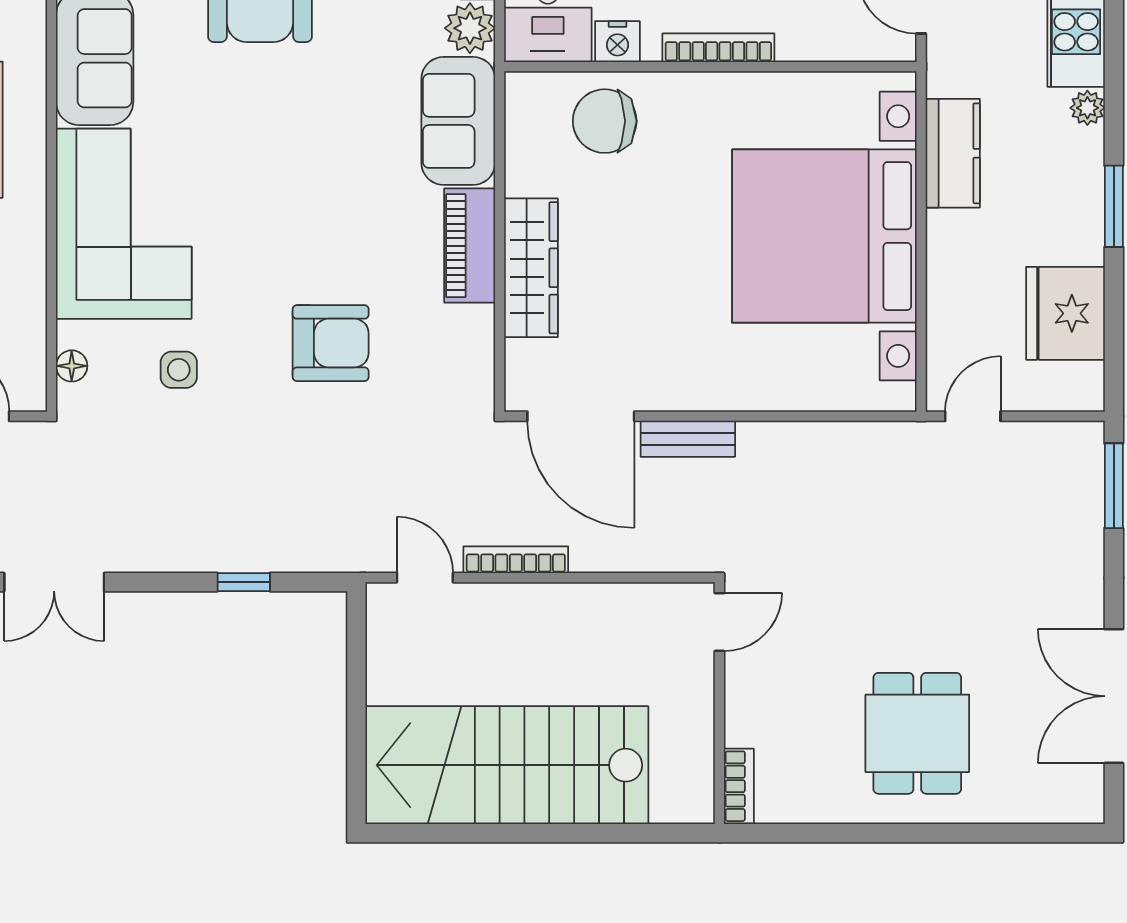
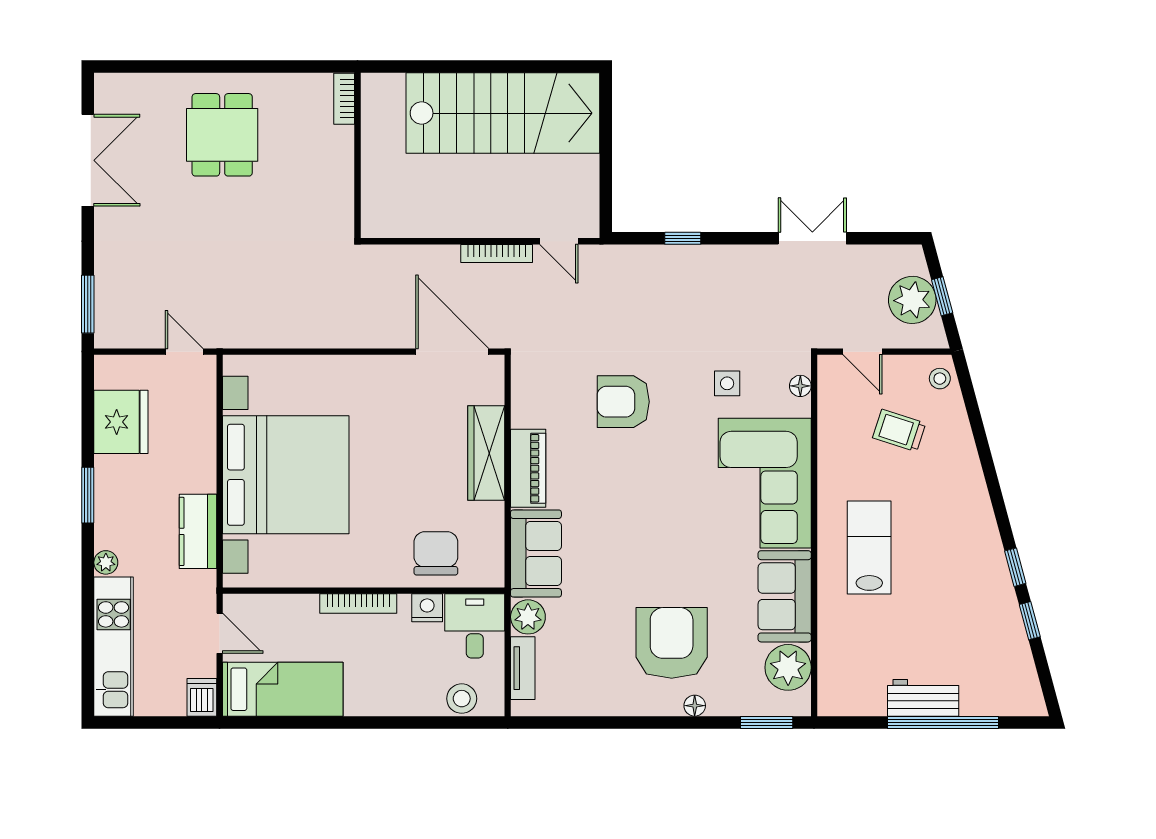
chair: (605, 121) -> (436, 553), turned -90
door: (973, 416) -> (184, 352), swing flipped
bench: (688, 439) -> (379, 336), removed
door: (719, 622) -> (357, 211), removed

